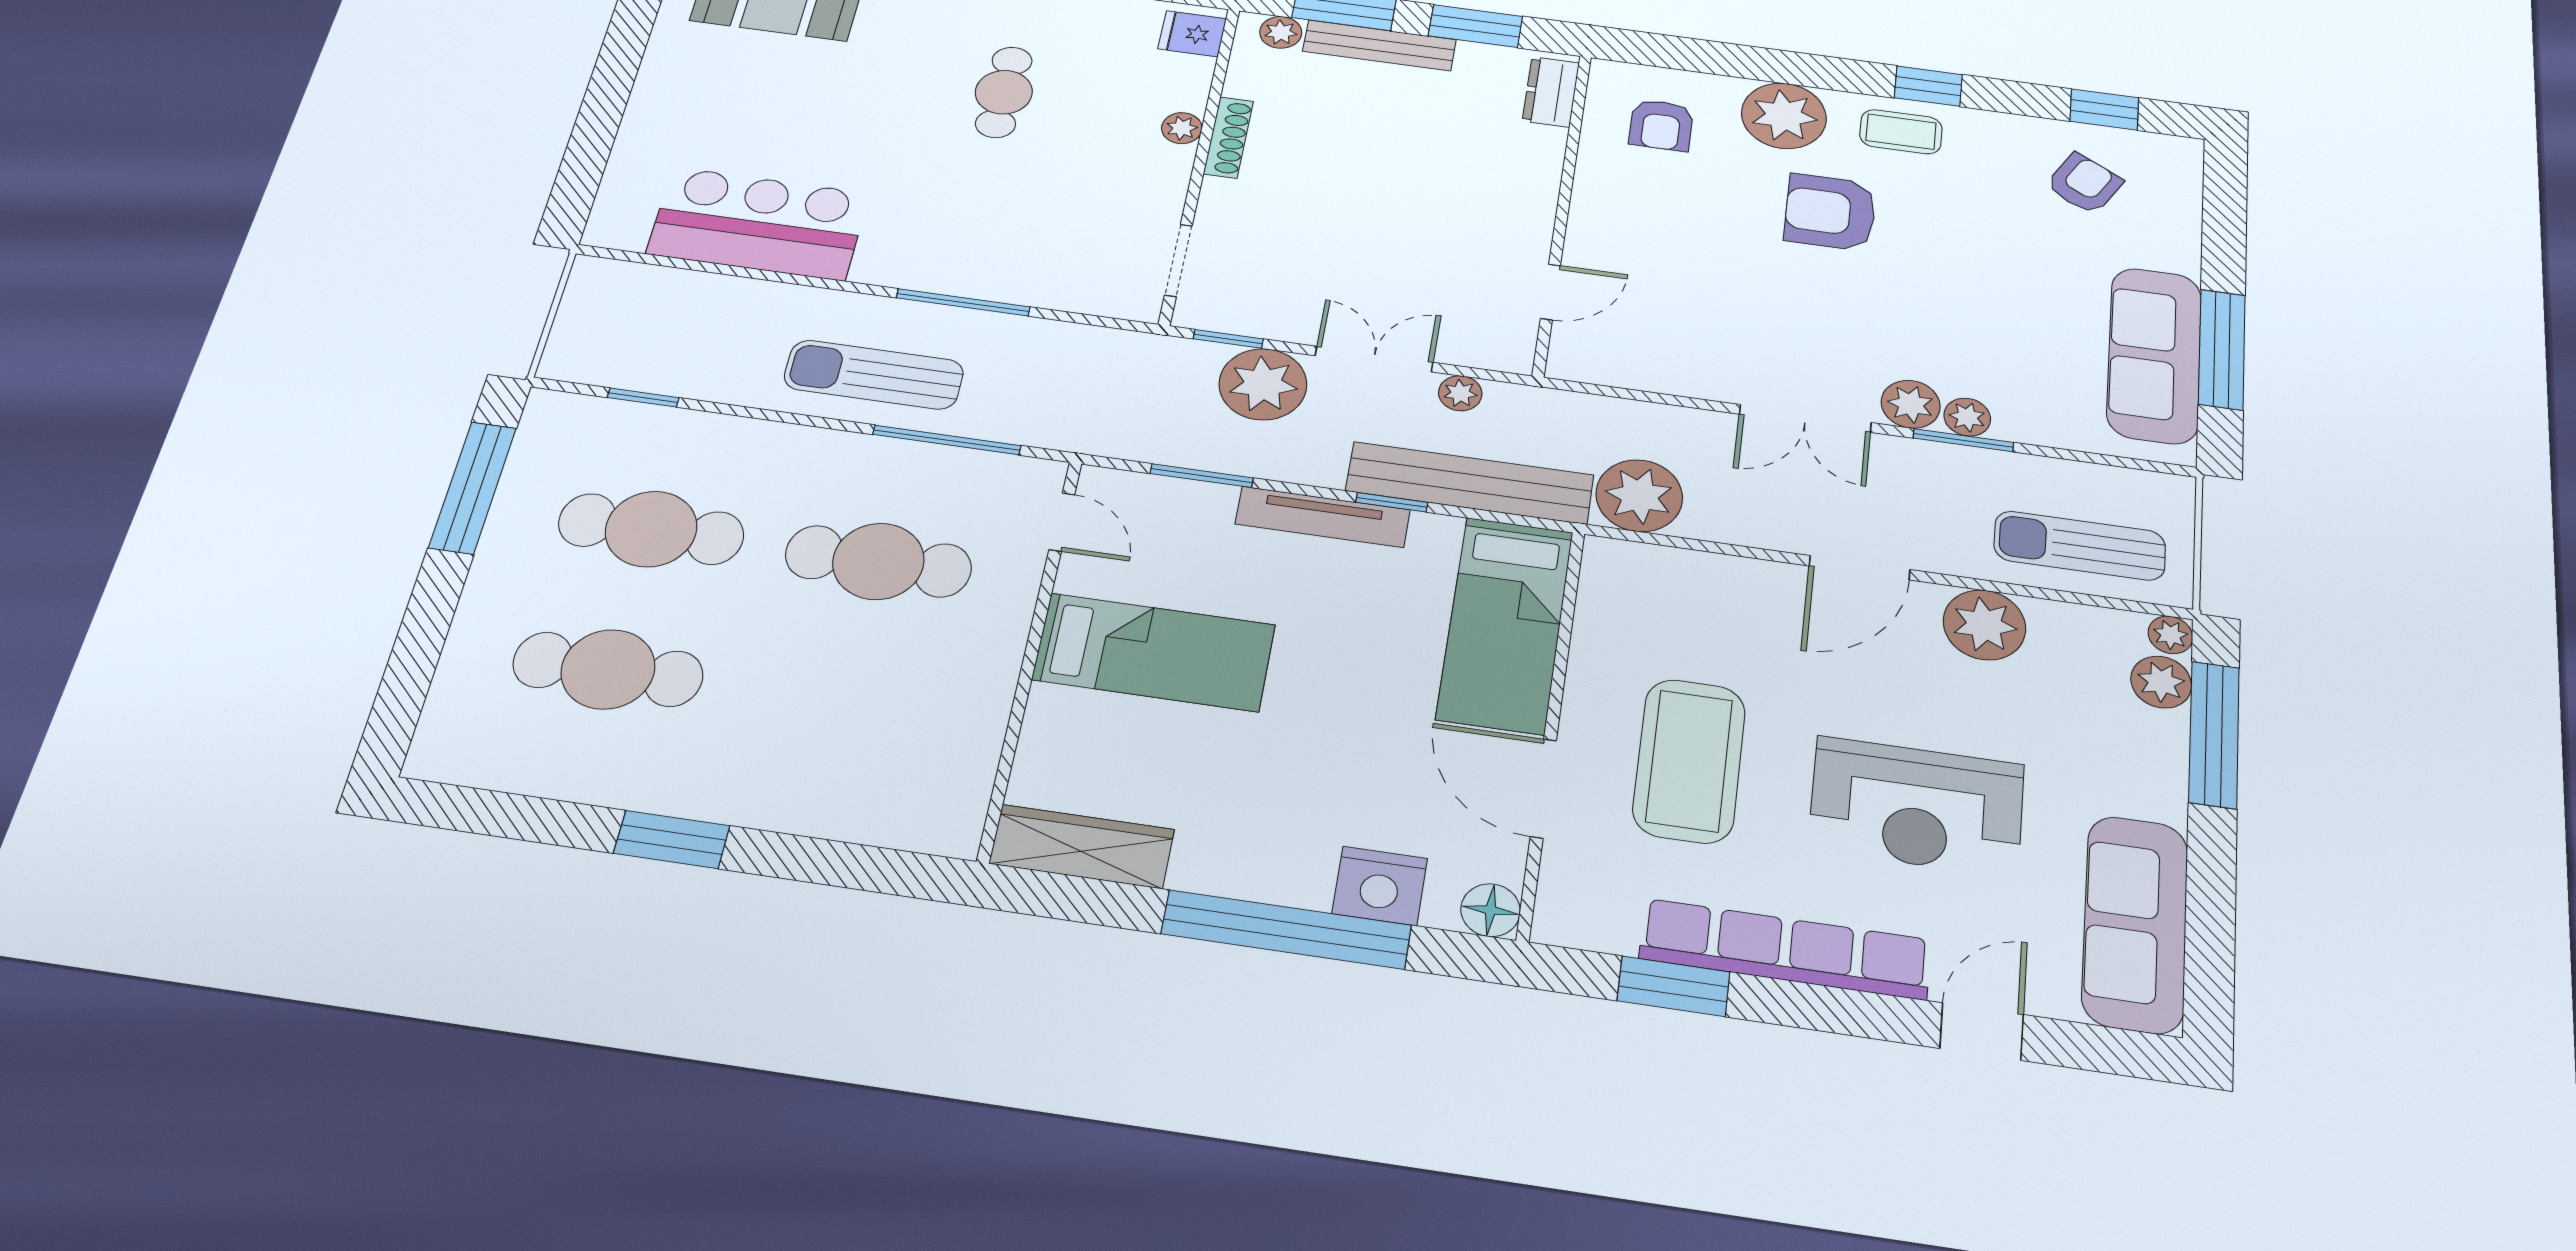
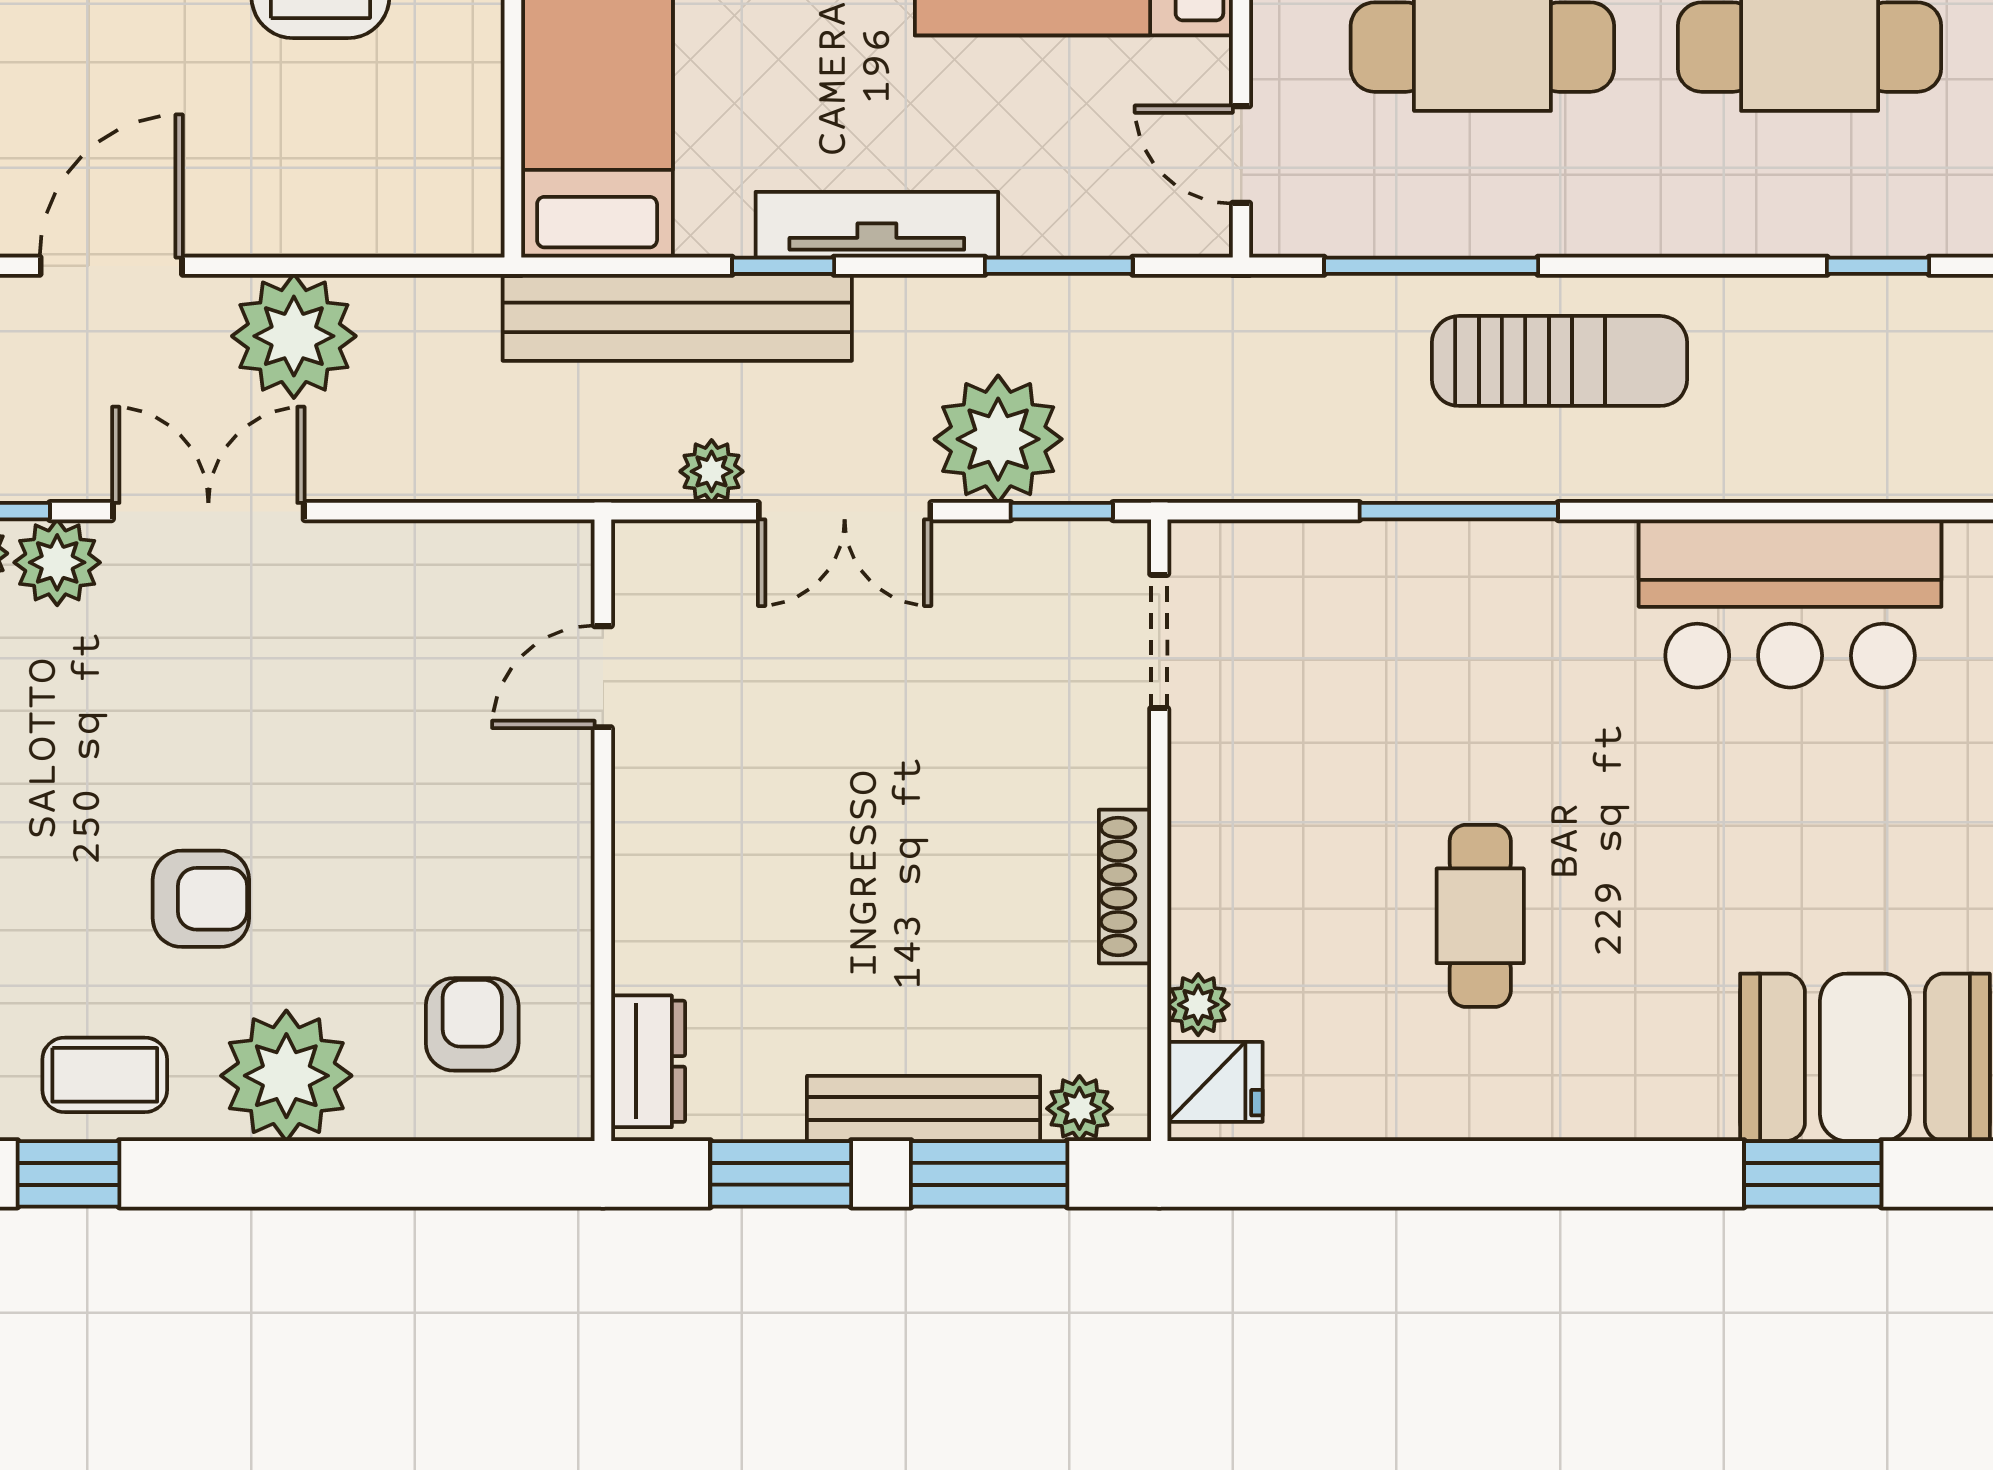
plant: (1182, 128) -> (1198, 1005), moved
armchair: (1830, 212) -> (201, 899), width x0.72, depth x0.72
plant: (1639, 496) -> (294, 336), moved

